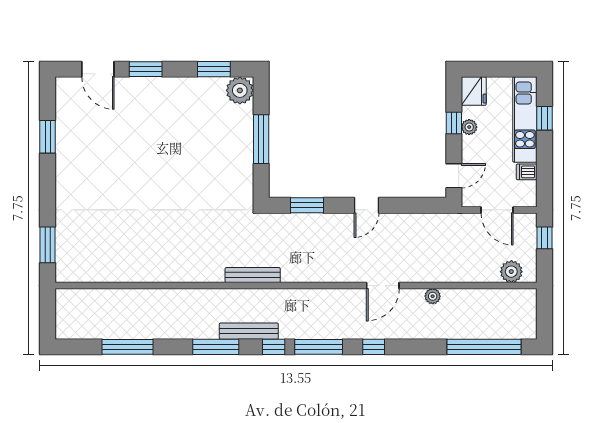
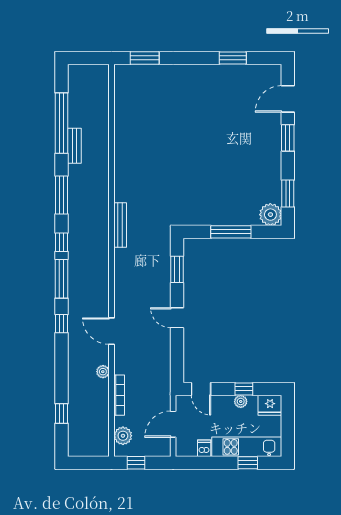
window: (545, 238) -> (136, 463), moved
bookcase: (461, 276) -> (119, 395), added
bench: (249, 331) -> (74, 146), moved, width x0.73
window: (128, 347) -> (62, 123), width x1.46
window: (484, 347) -> (62, 413), width x0.32

